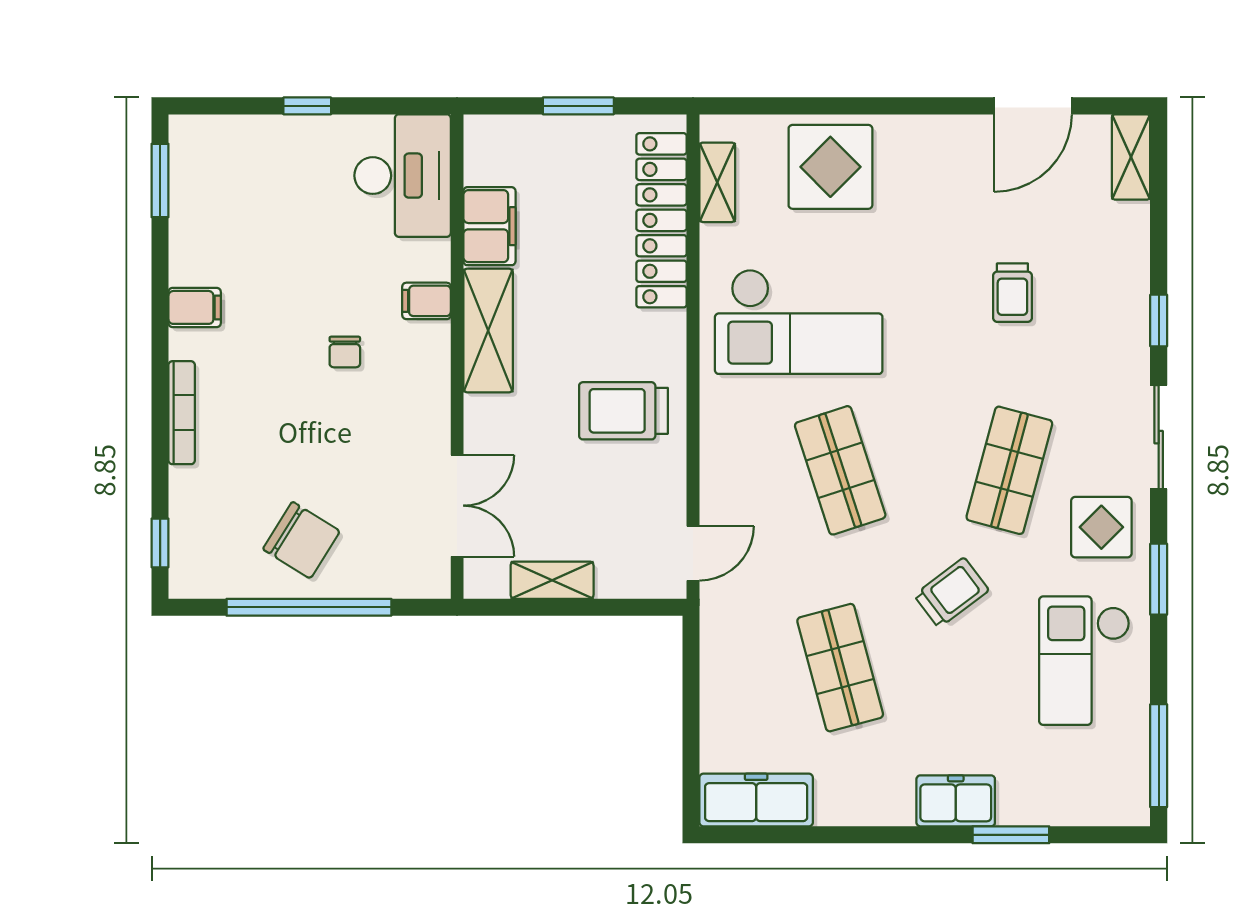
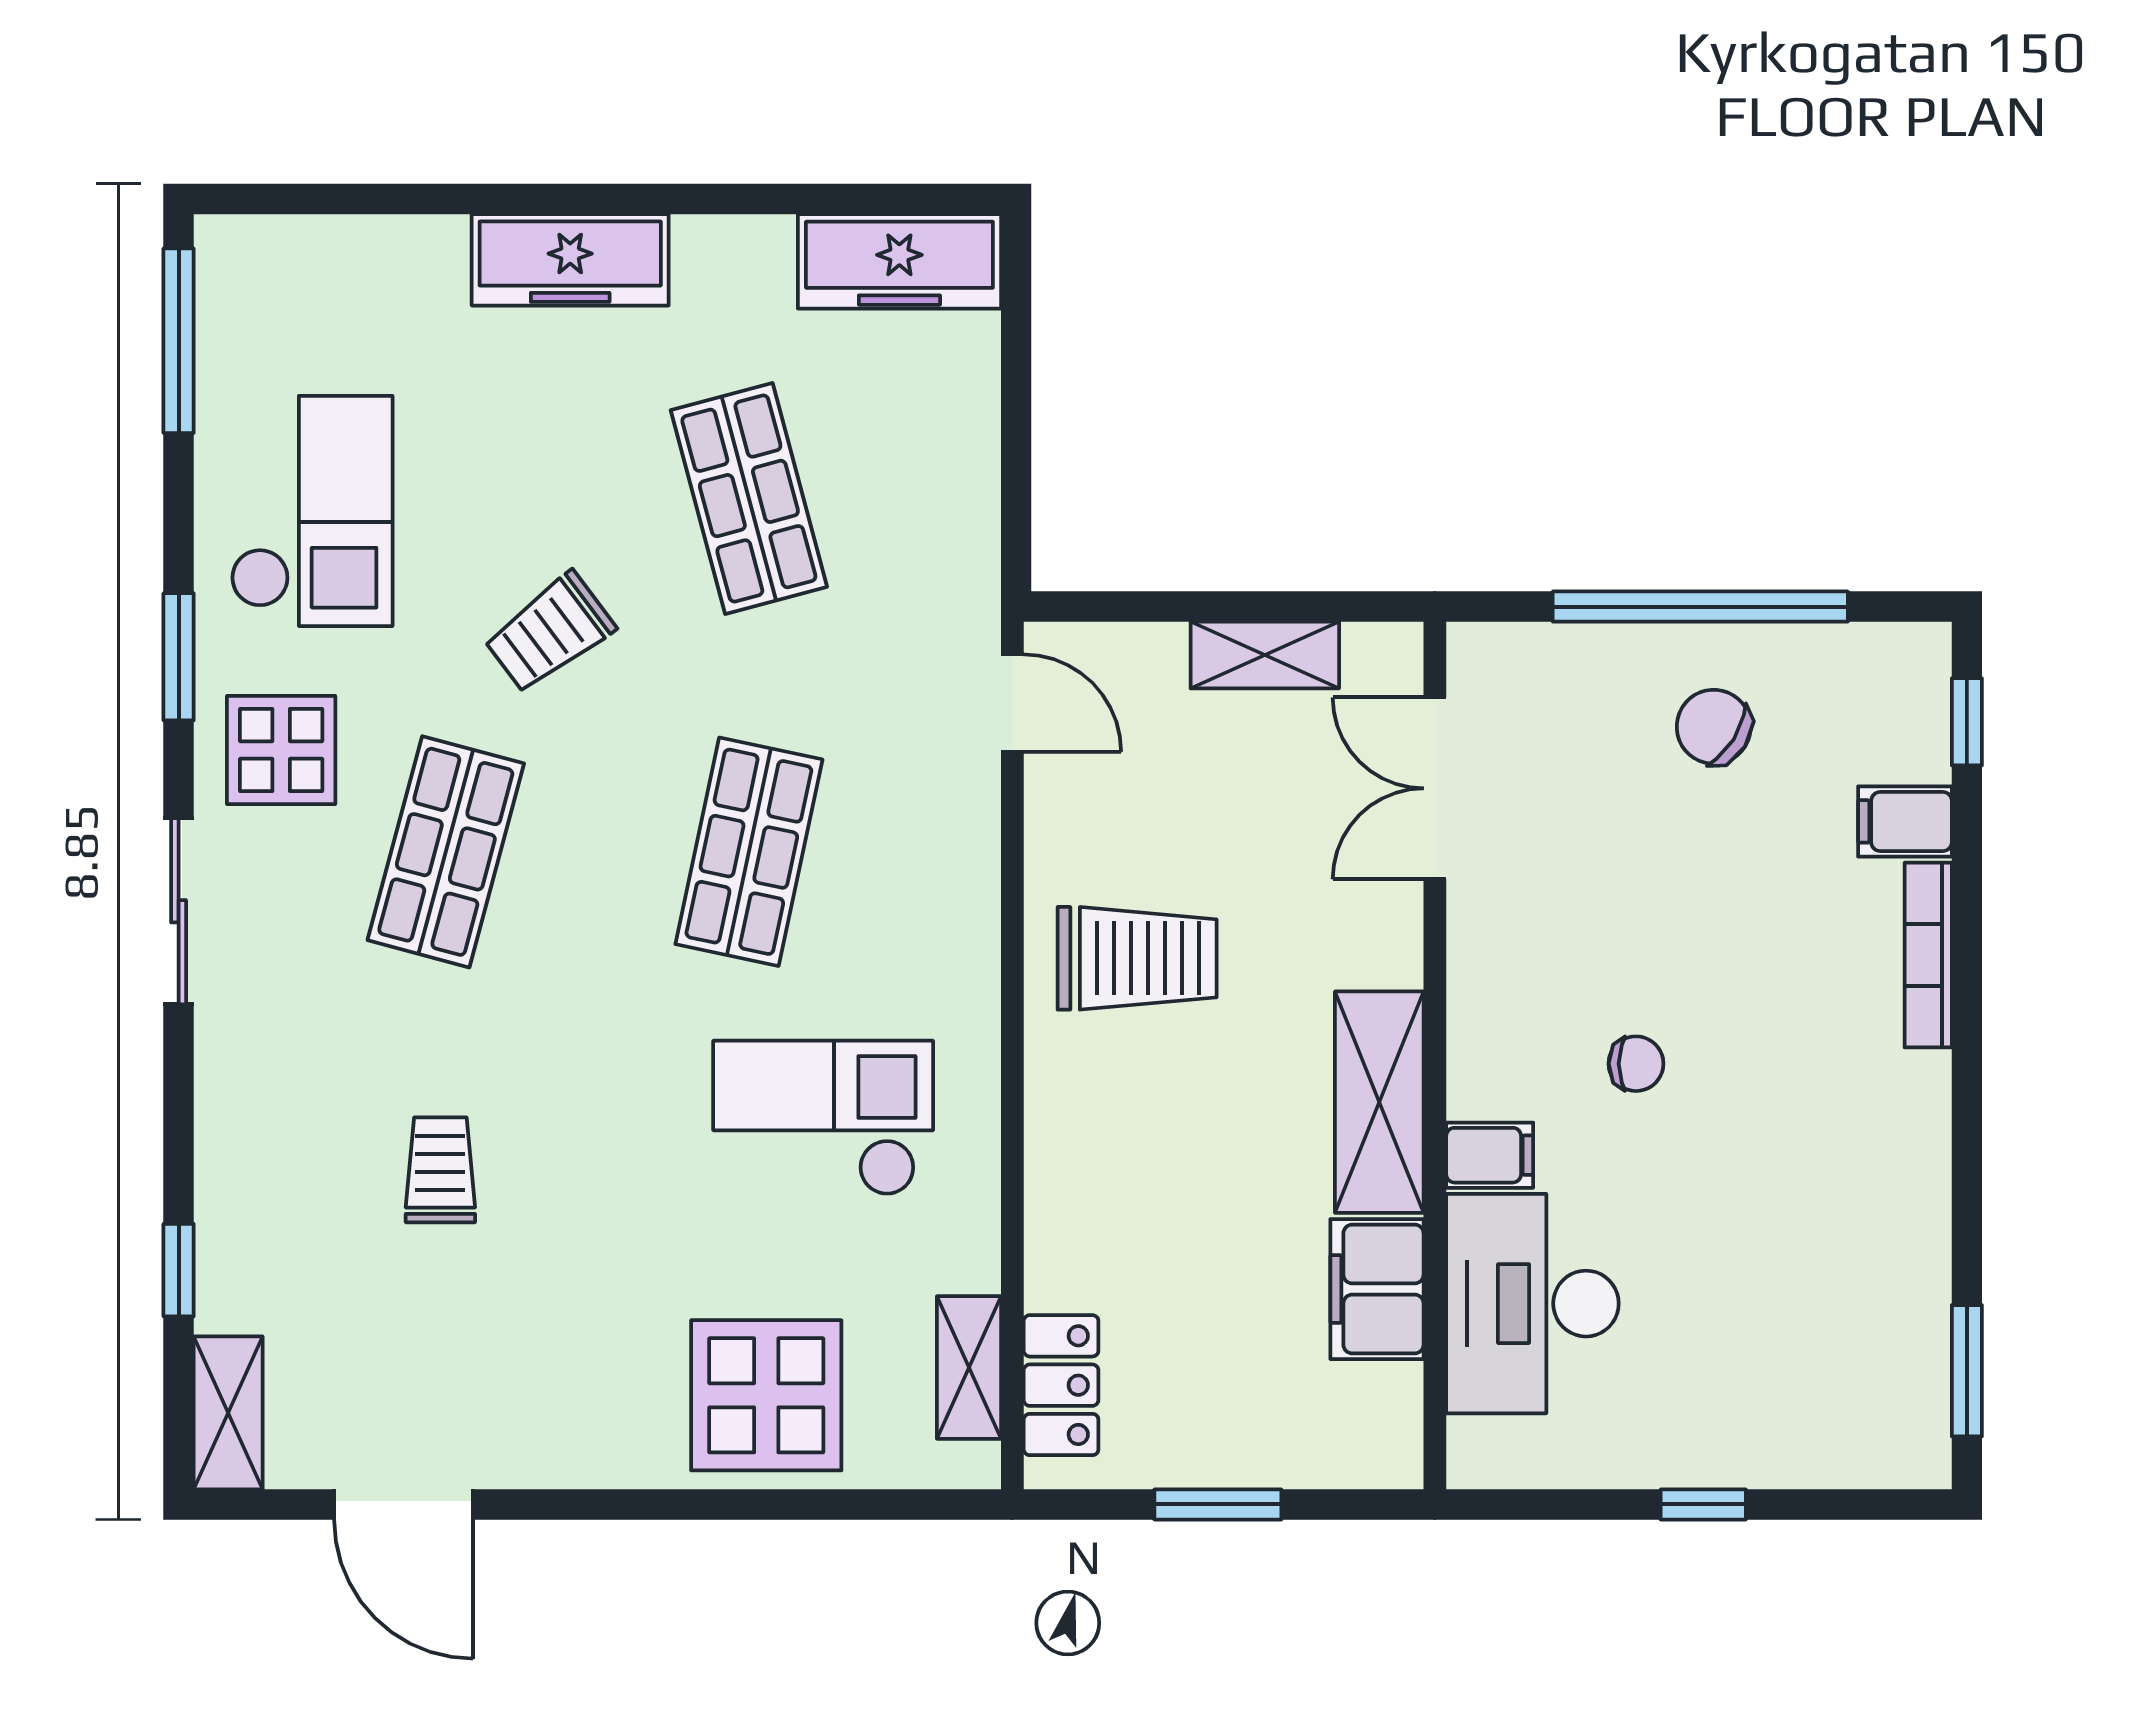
door: (1033, 106) -> (404, 1504), swing flipped
desk: (403, 176) -> (1532, 1304), moved
locker: (661, 220) -> (1061, 1385), width x0.46, depth x0.83
filing cabinet: (195, 307) -> (1905, 821), moved
window: (1159, 321) -> (179, 1270), moved
checkout: (799, 322) -> (823, 1118), width x0.73, depth x0.83
chair: (345, 352) -> (1636, 1064), turned 90
shop shelf: (840, 470) -> (749, 852), turned 30
chair: (301, 540) -> (1714, 727), width x0.73, depth x0.73
door: (693, 553) -> (1012, 703), swing flipped
freezer: (956, 801) -> (570, 260), width x1.40
window: (1011, 835) -> (443, 199), removed

